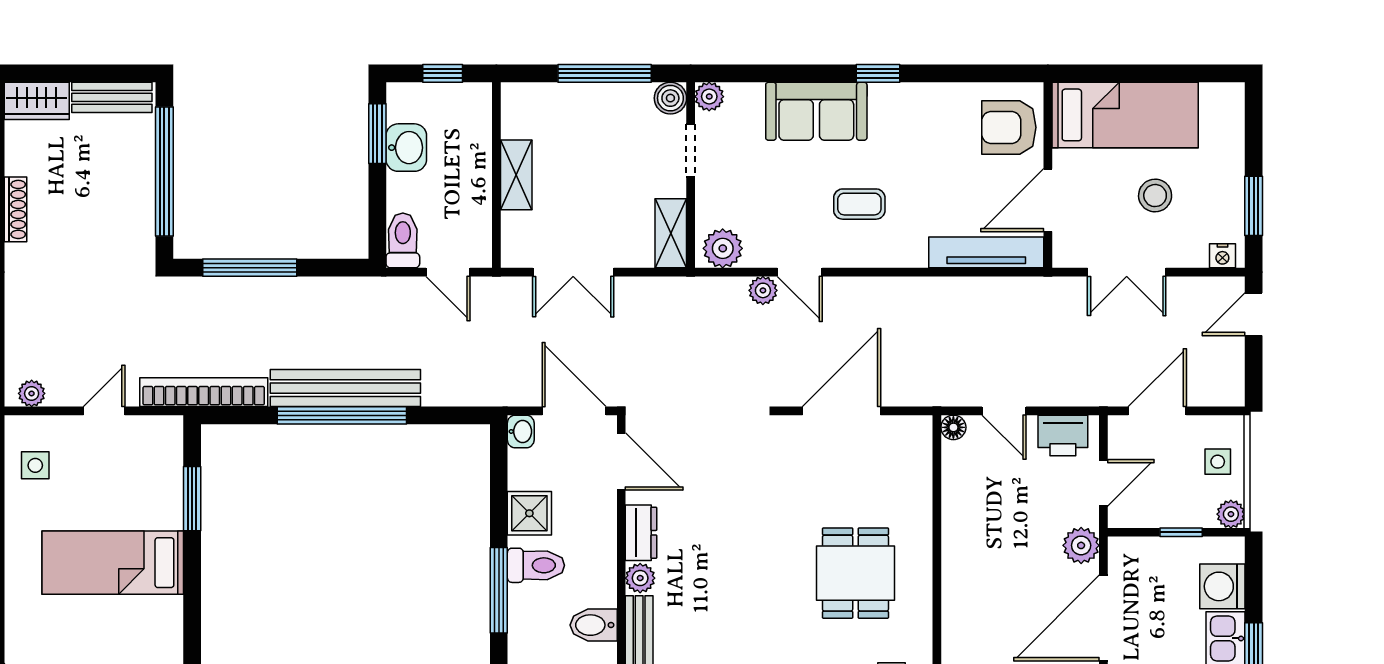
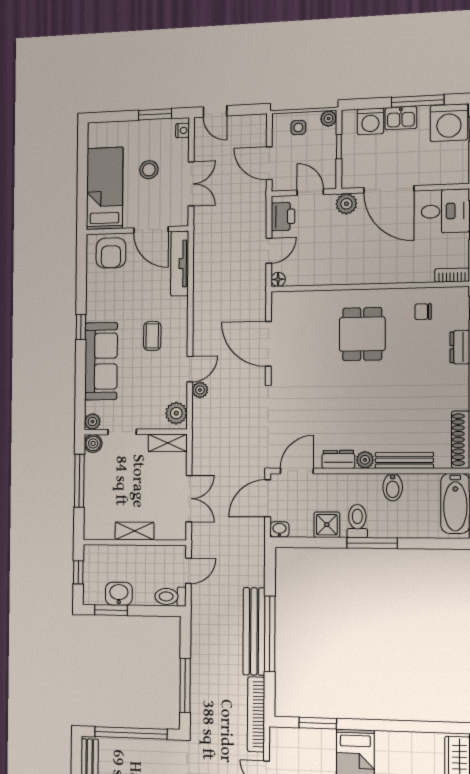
sofa: (816, 111) -> (101, 361), width x1.36
dining table: (855, 573) -> (362, 334), turned 90

